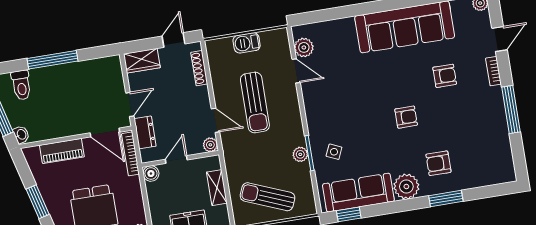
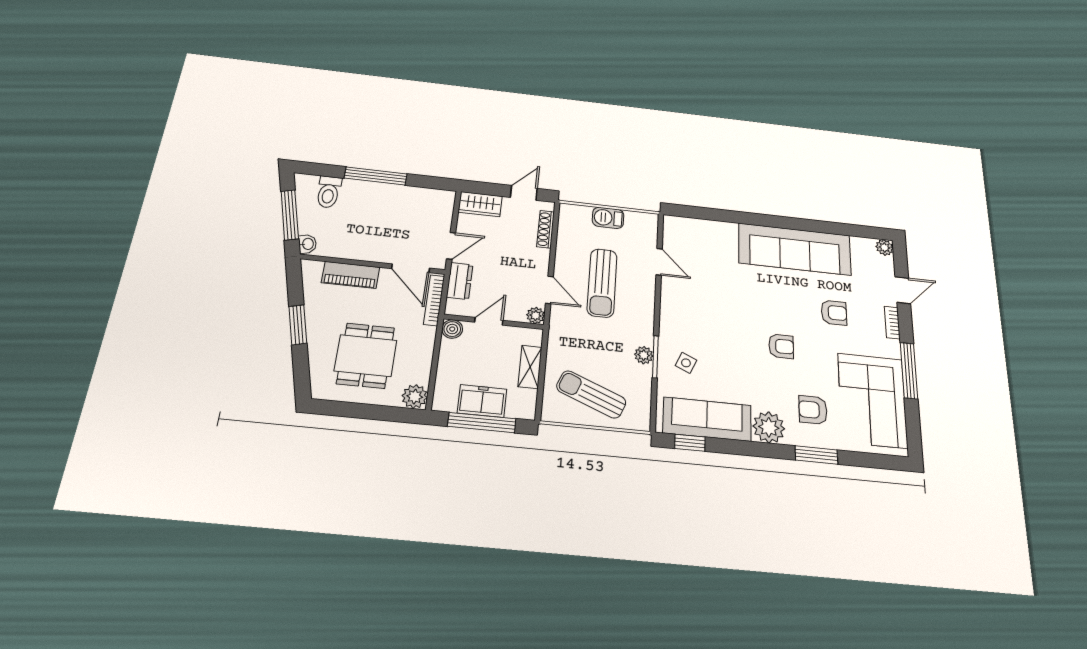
plant: (304, 47) -> (674, 240), removed
corner sofa: (484, 143) -> (872, 400), added

